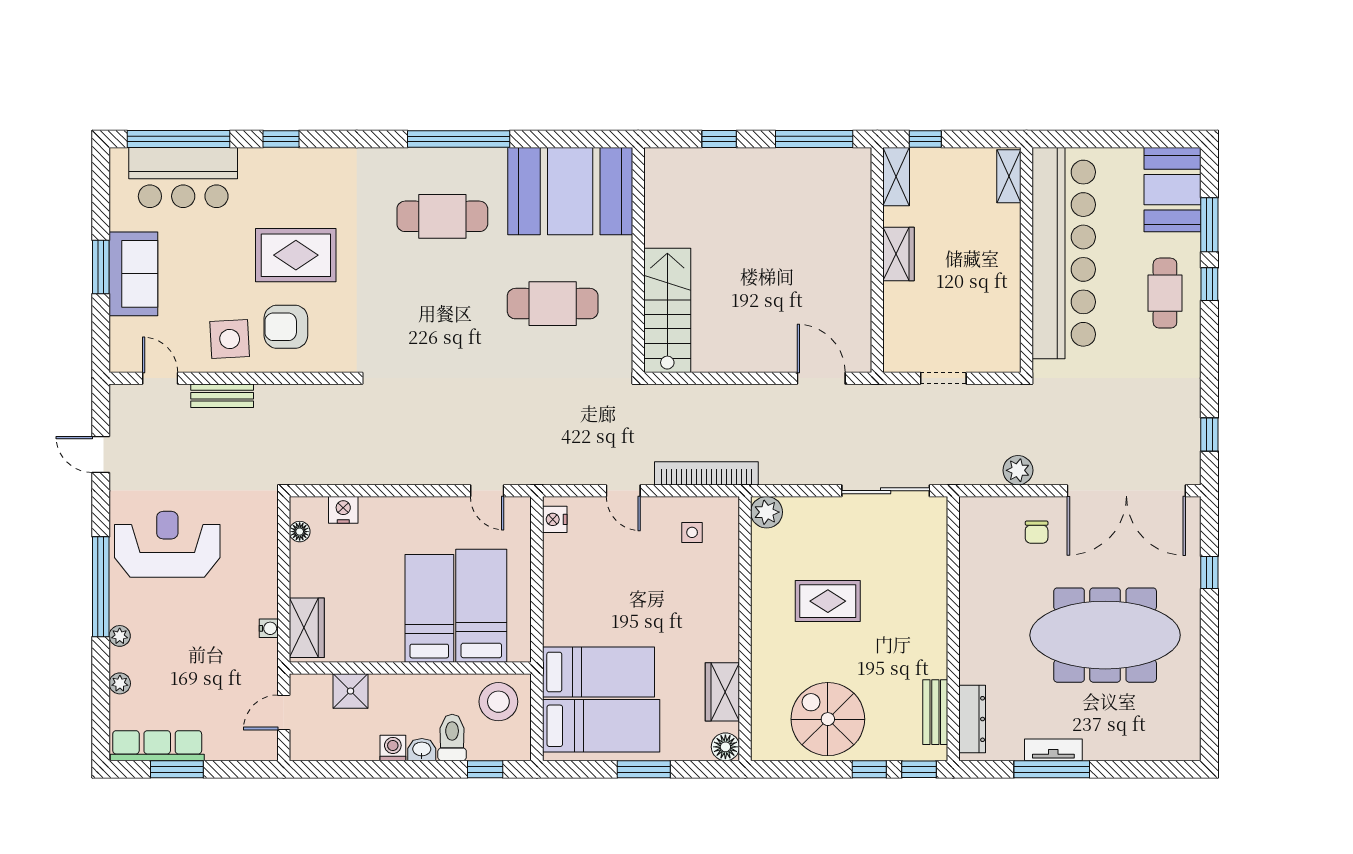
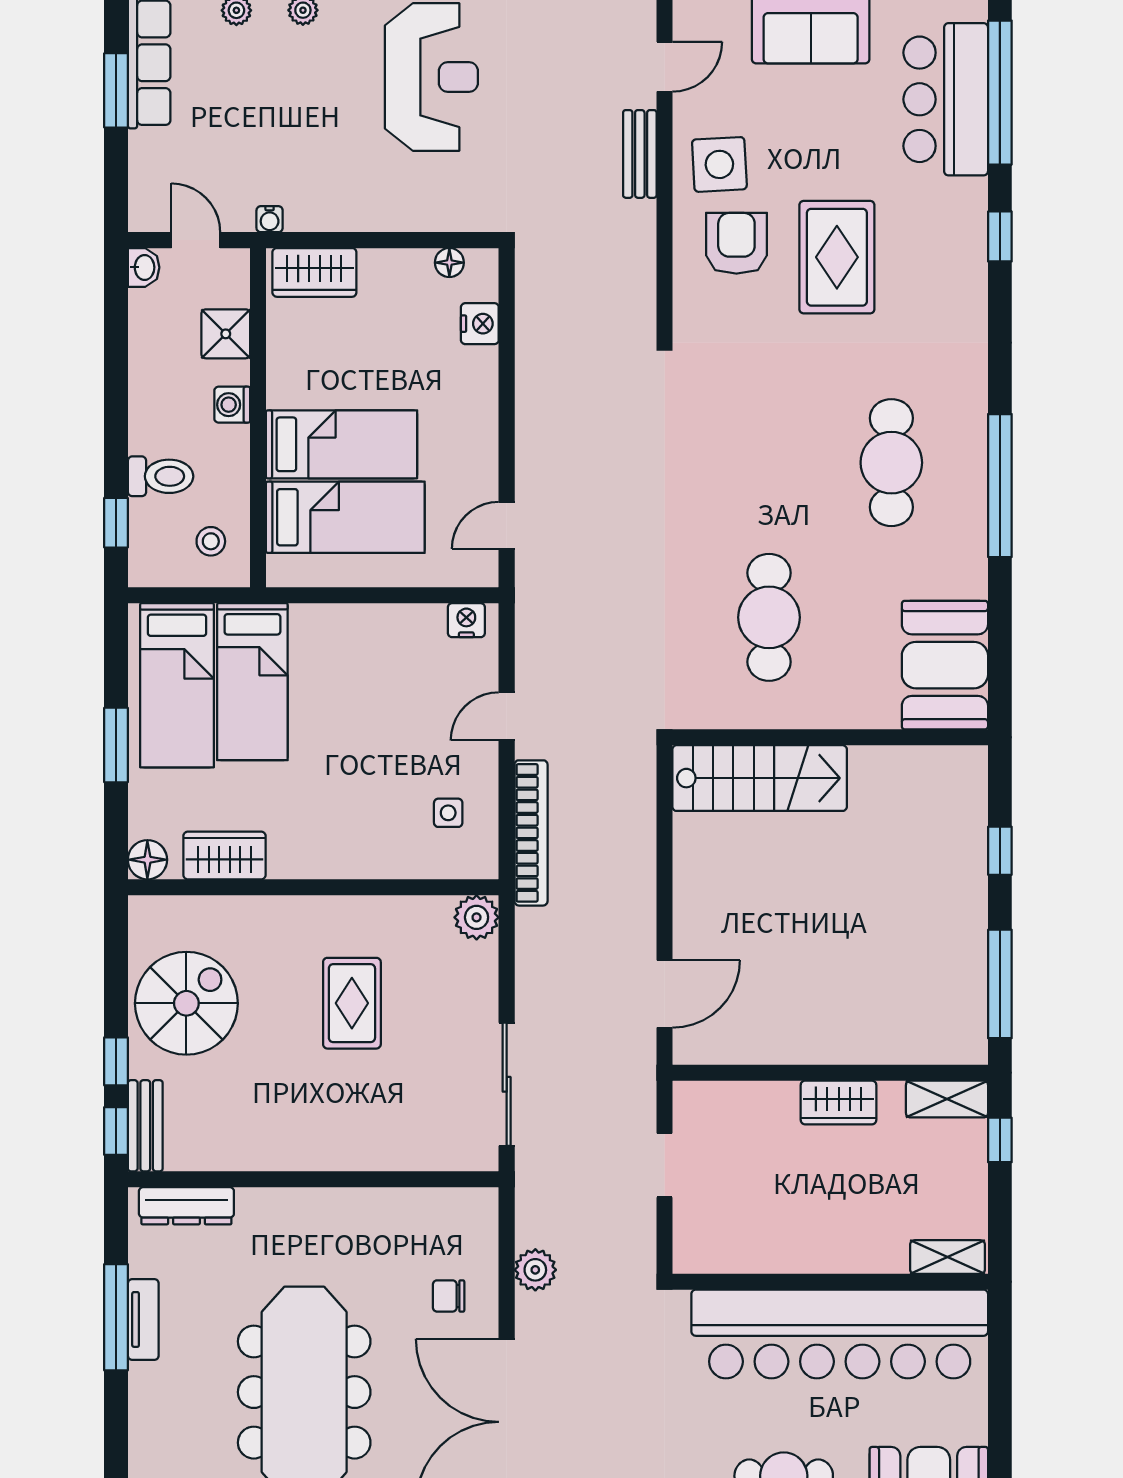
booth: (570, 191) -> (945, 665), width x0.73, depth x0.70
water cooler: (269, 628) -> (270, 219), moved
stool: (498, 702) -> (211, 541), width x0.53, depth x0.53
bench: (935, 712) -> (145, 1126), moved, turned 90
washing machine: (393, 748) -> (232, 405), moved, turned 180
washbasin: (422, 750) -> (144, 267), moved

